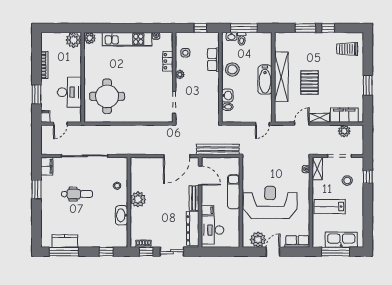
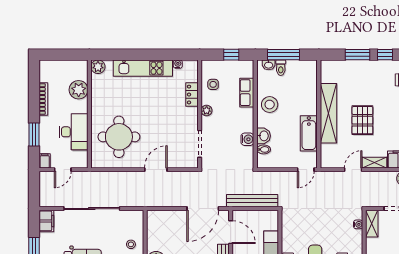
plant: (74, 40) -> (79, 90), moved
bathtub: (265, 80) -> (309, 133), moved
water cooler: (214, 98) -> (247, 139), added
door: (138, 124) -> (156, 170), added

